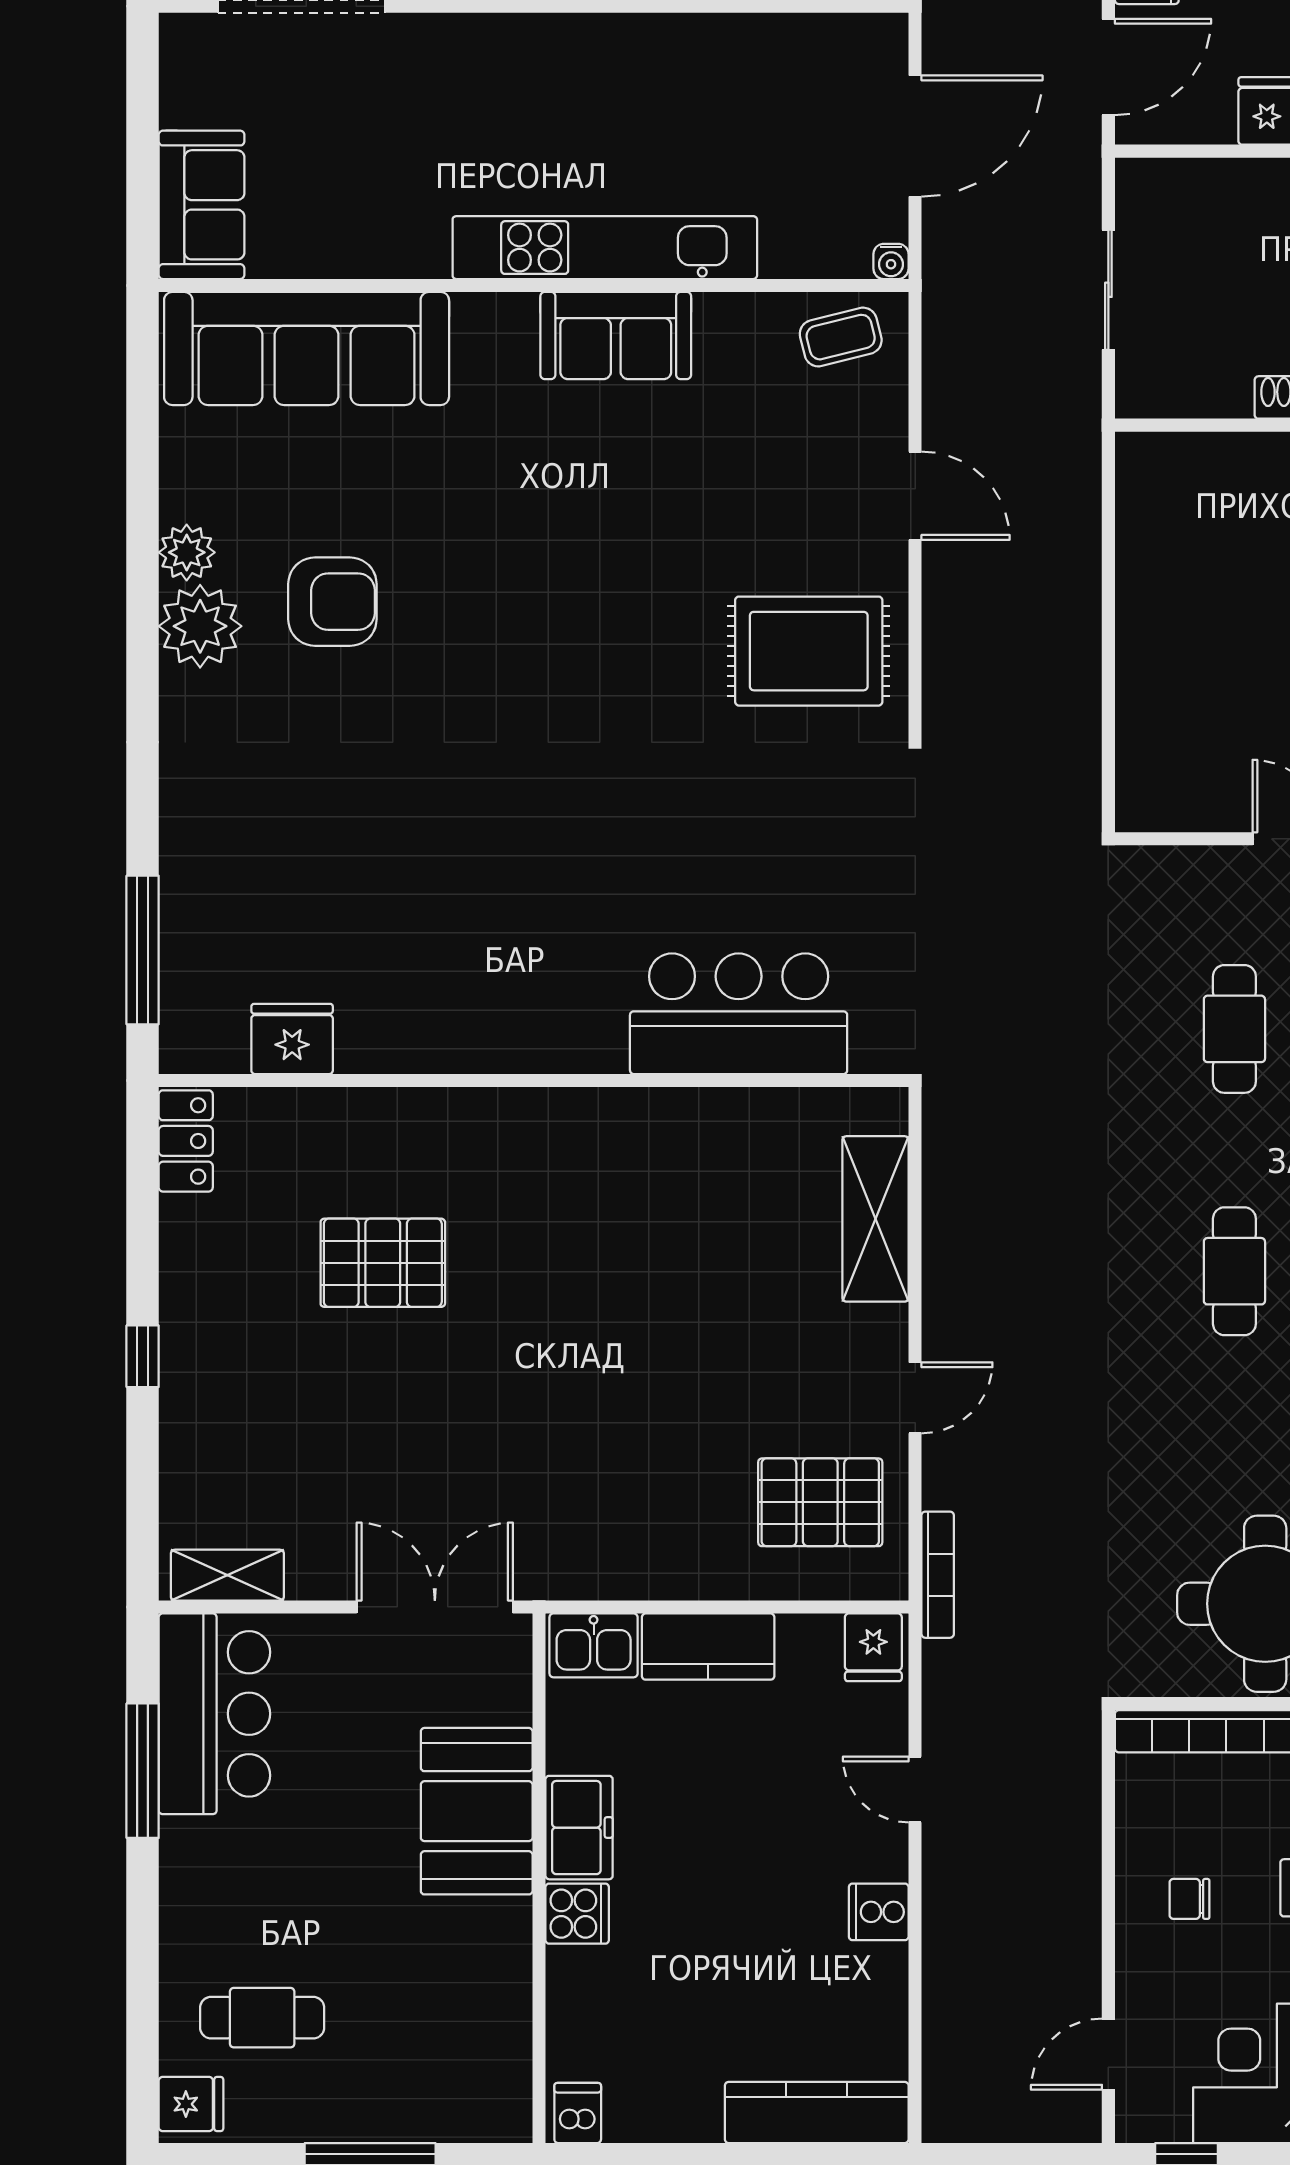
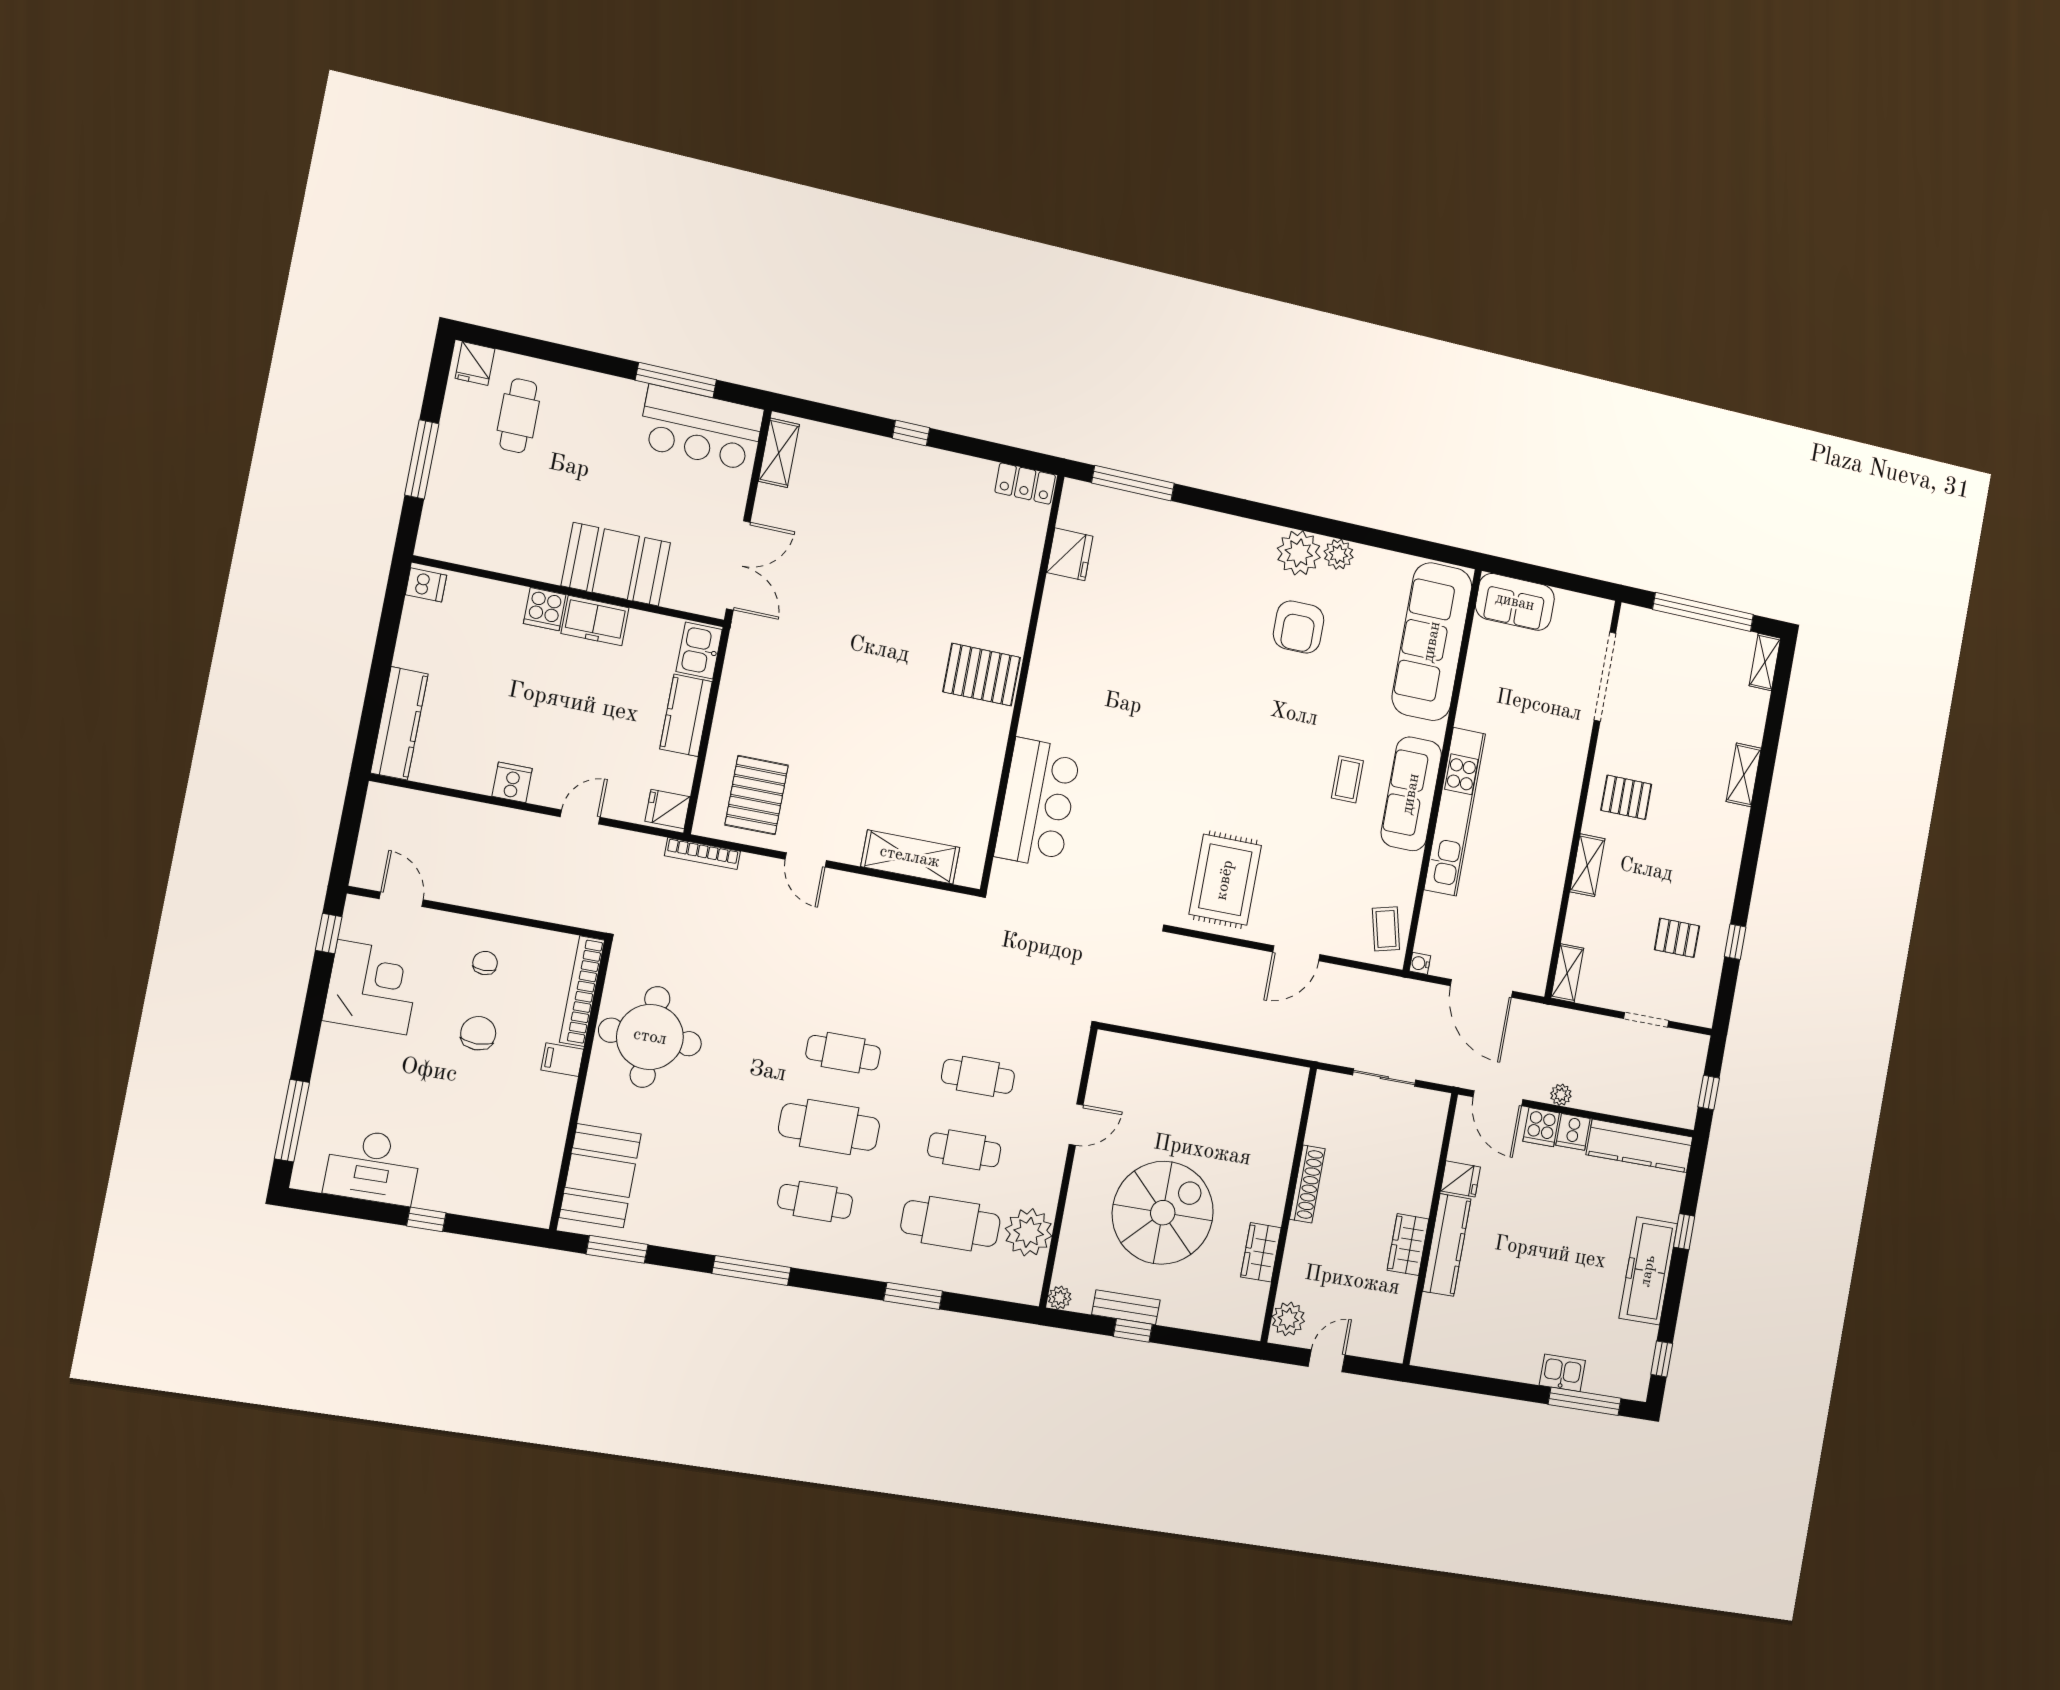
sofa: (616, 336) -> (1411, 794), width x1.36
coffee table: (586, 460) -> (1347, 779), added
pallet: (383, 1263) -> (982, 675), moved, turned 90

